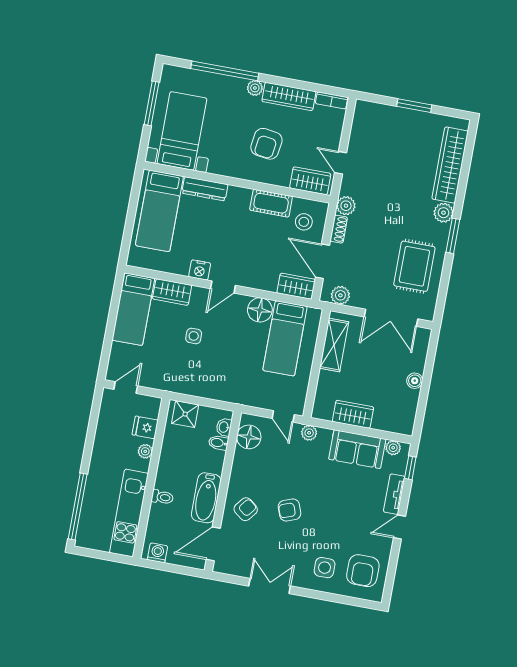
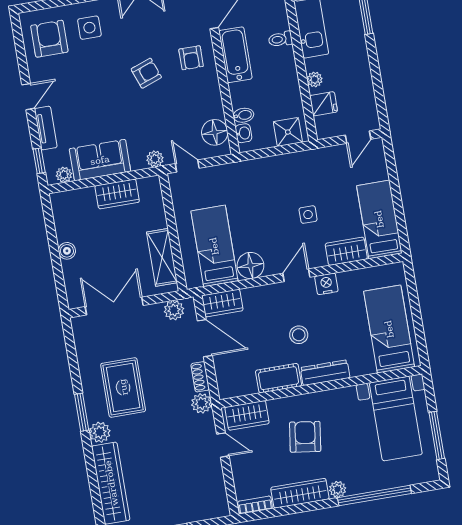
dresser: (205, 189) -> (325, 373), moved
stool: (304, 222) -> (299, 335), moved
rug: (414, 266) -> (123, 387), moved
armchair: (246, 509) -> (191, 58), turned -38

